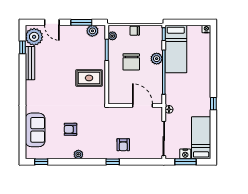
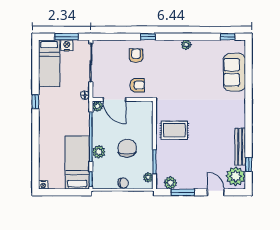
plant: (158, 99) -> (98, 106), added
armchair: (70, 129) -> (137, 85), moved

